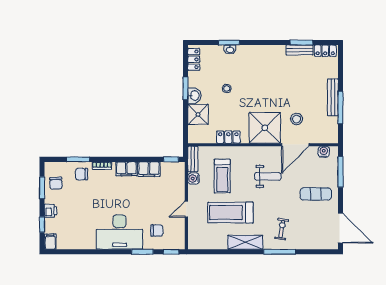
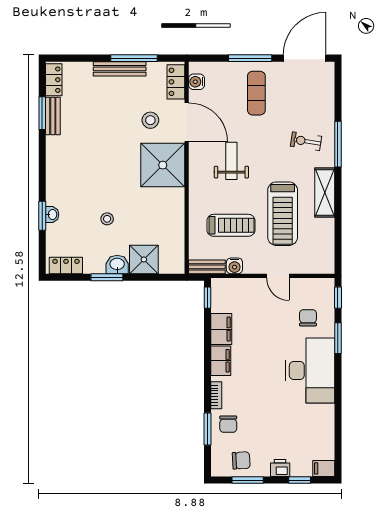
locker: (228, 137) -> (176, 82), moved
window: (340, 172) -> (250, 58), moved

